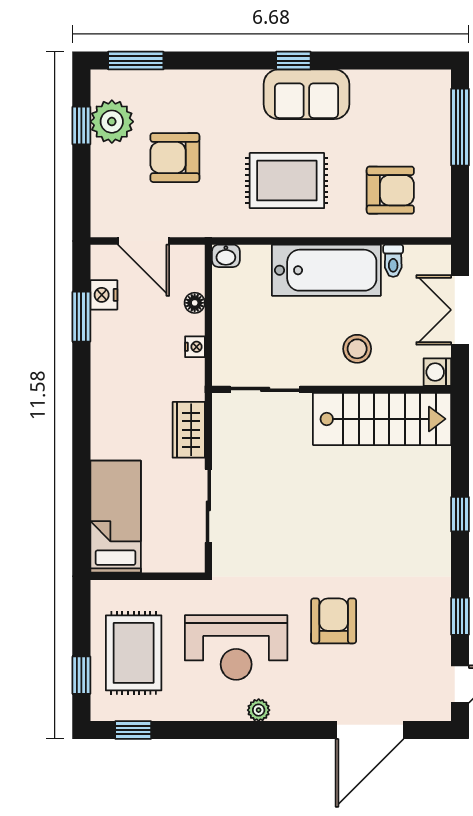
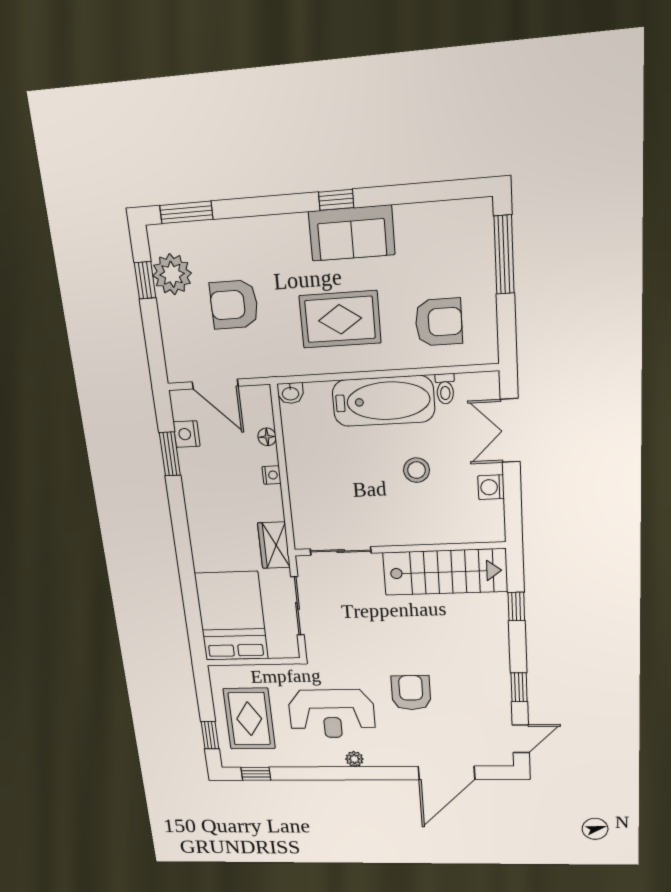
sliding door: (265, 389) -> (341, 551), moved
wall: (332, 389) -> (399, 549), moved
stairs: (382, 419) -> (445, 572), moved
bed: (116, 517) -> (232, 616), width x1.50

